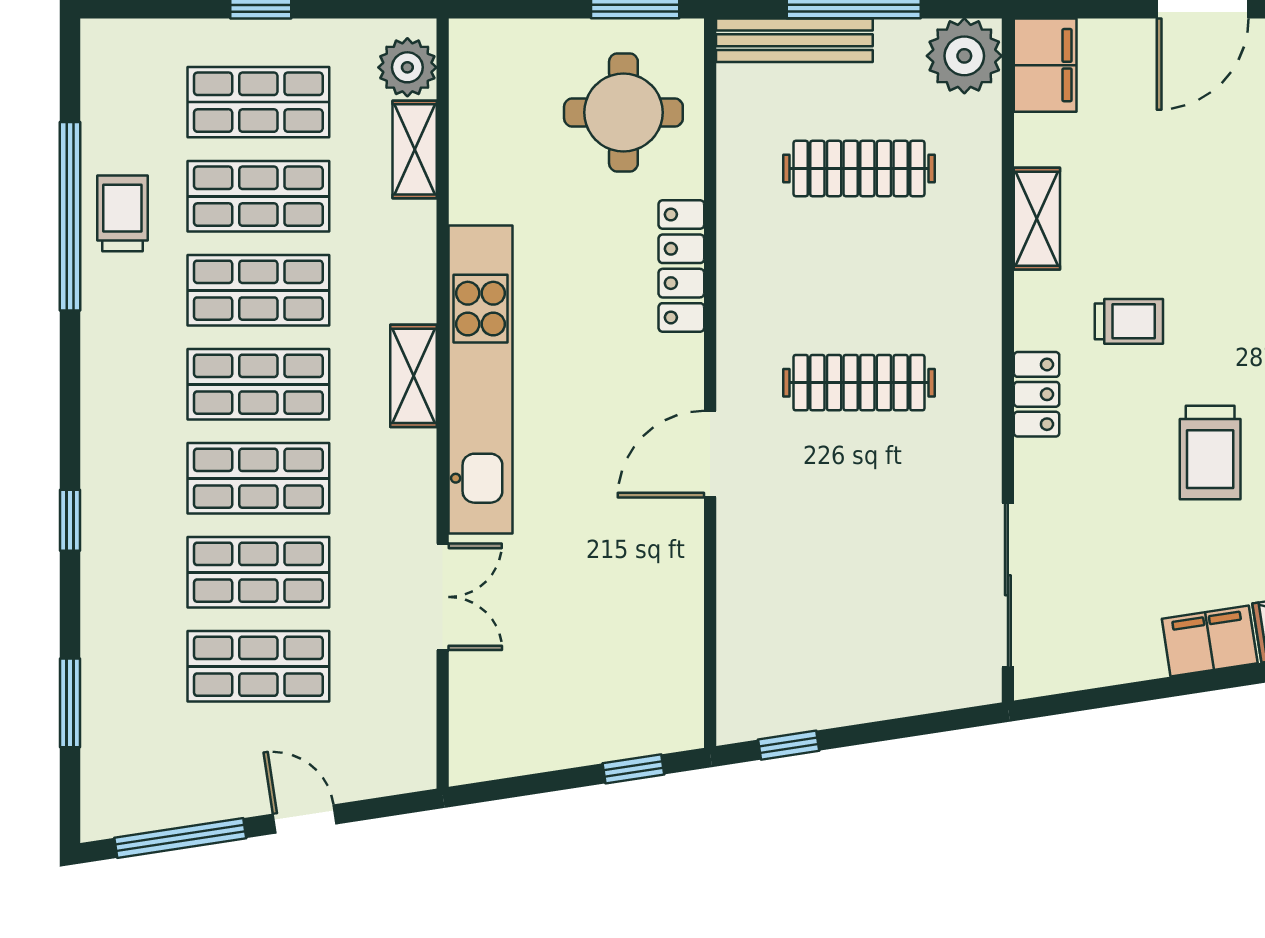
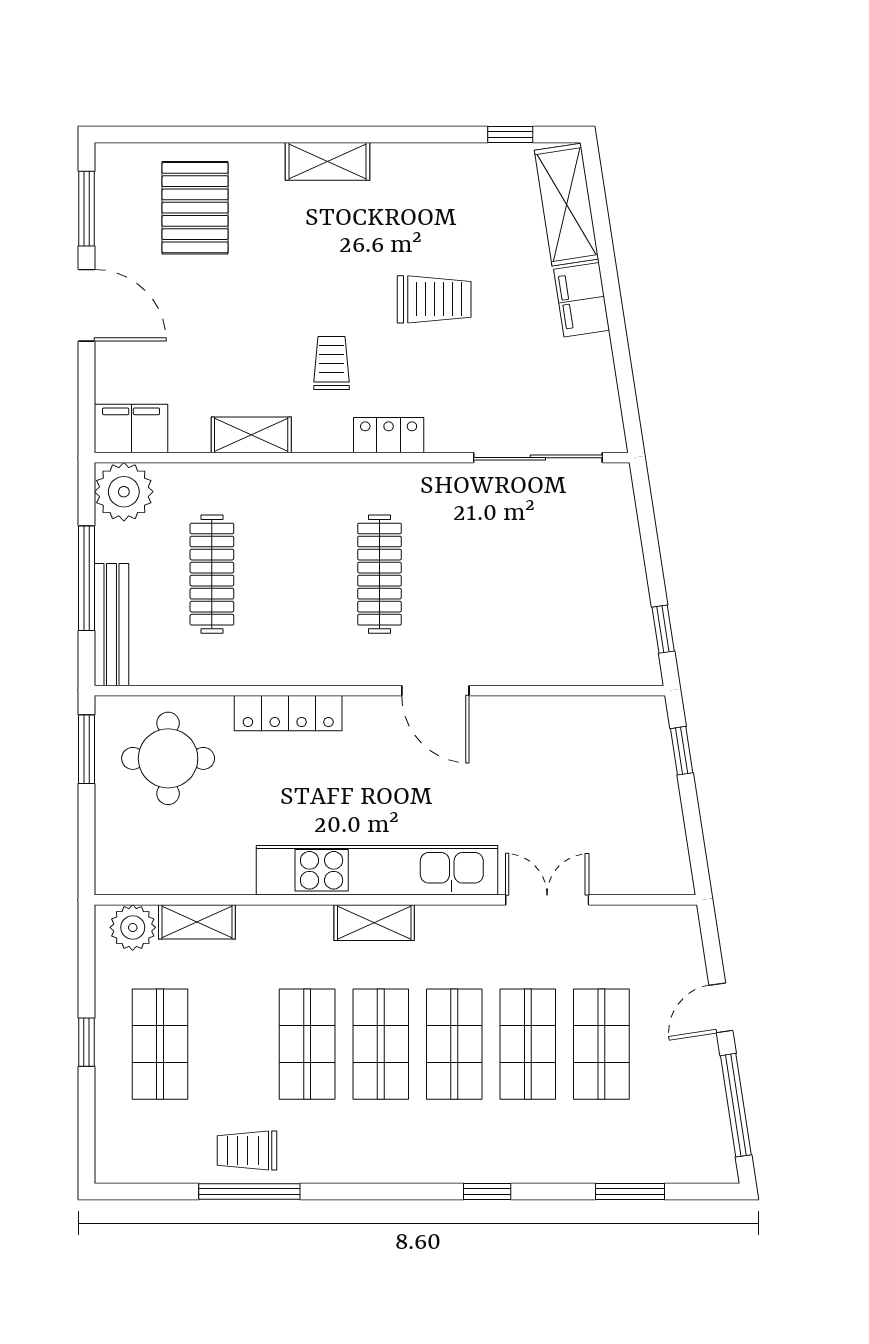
shop shelf: (258, 196) -> (234, 1044), removed
window: (70, 216) -> (249, 1191), width x0.68

